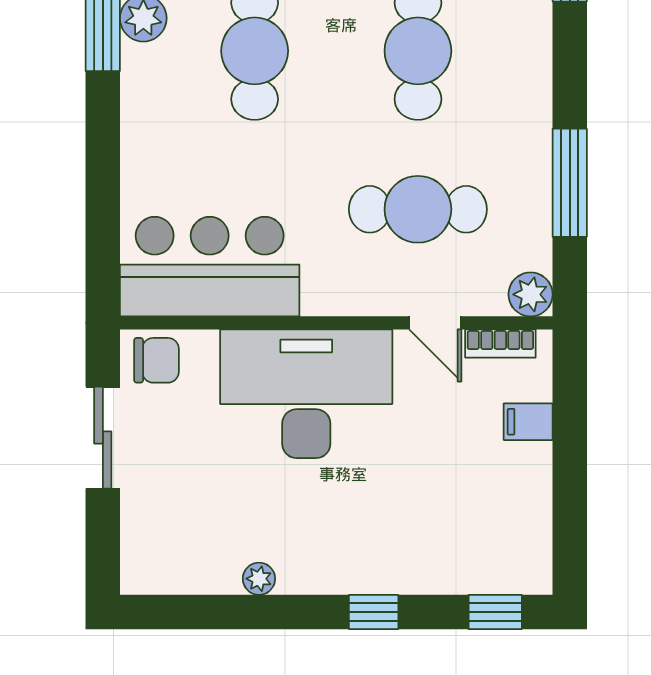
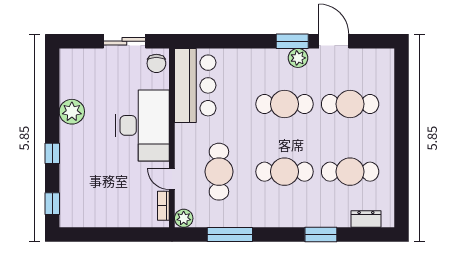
door: (435, 323) -> (172, 179), hinge flipped
filing cabinet: (528, 422) -> (131, 217), removed
plant: (259, 579) -> (72, 112), width x1.88, depth x1.88

